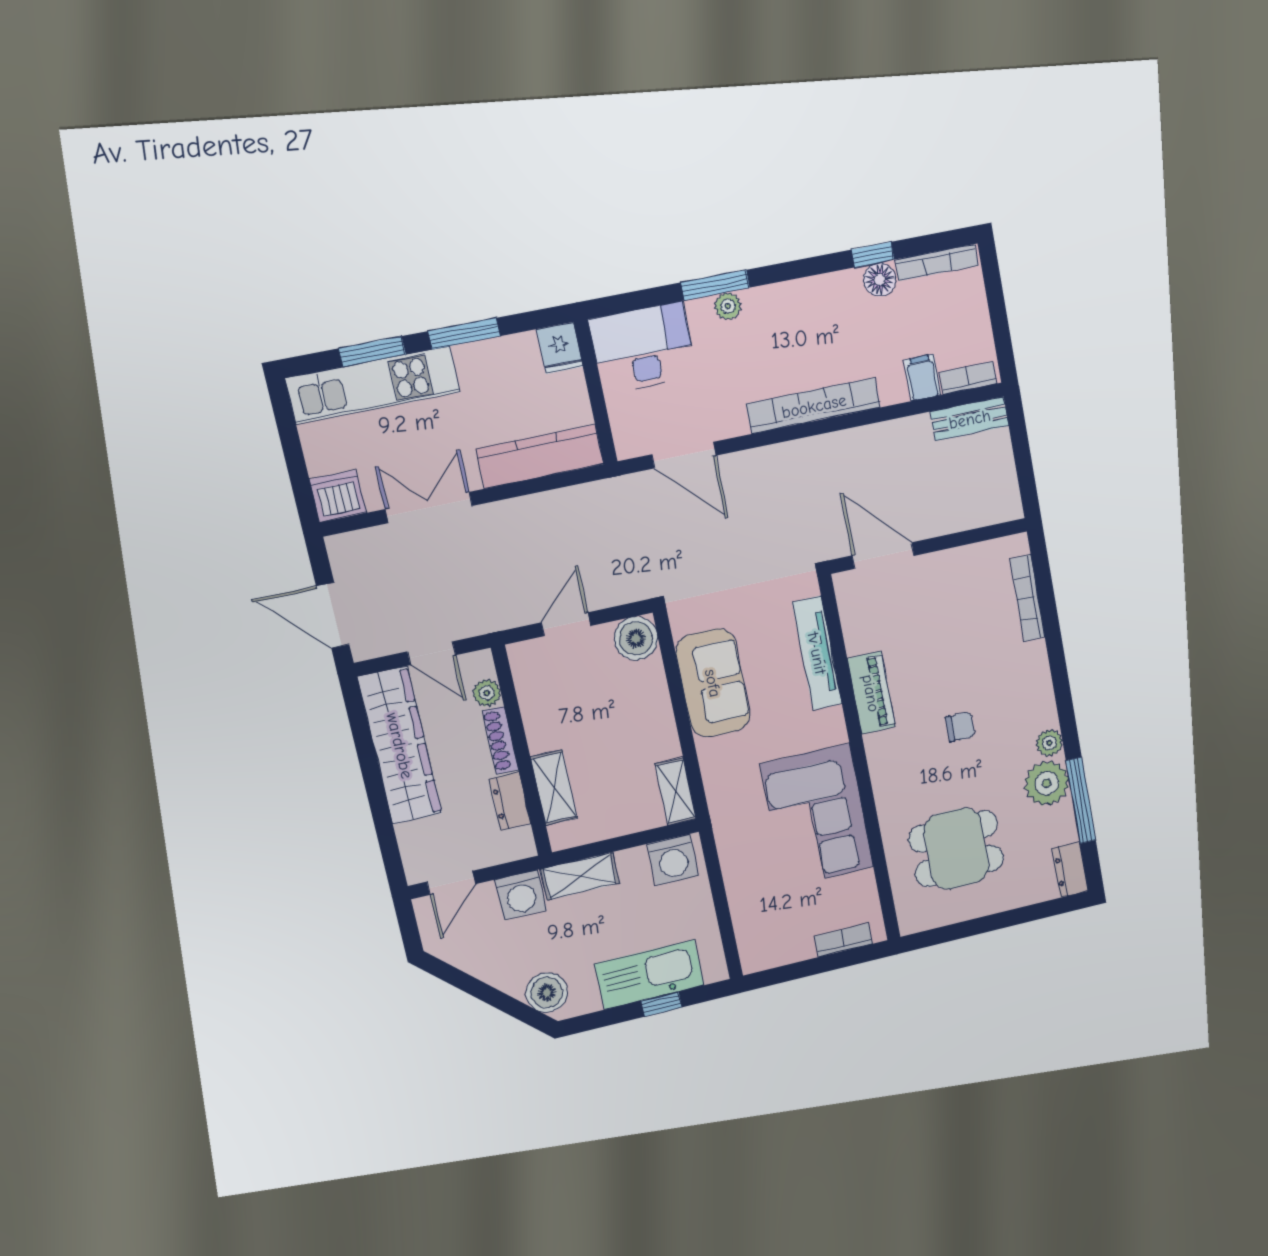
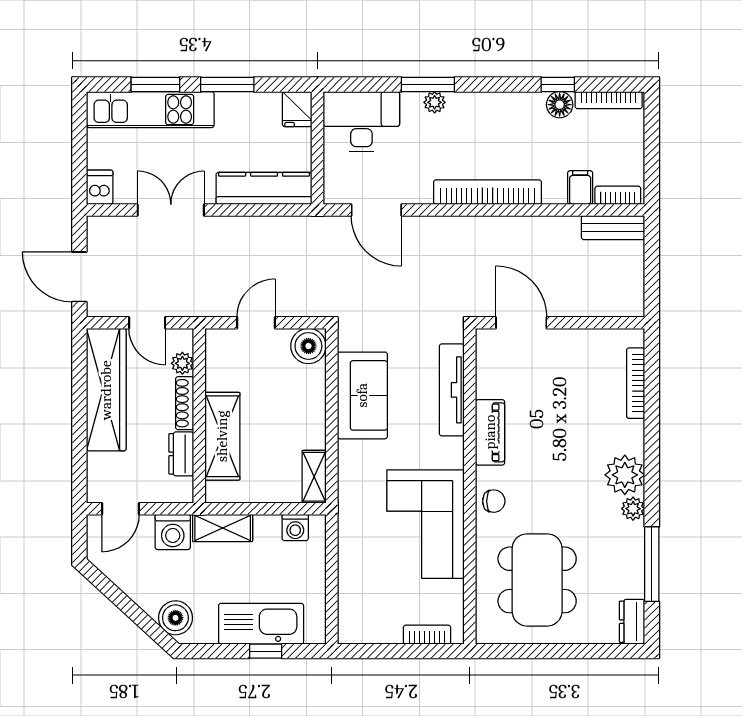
dishwasher: (338, 496) -> (100, 187), width x0.73
chair: (960, 727) -> (494, 501), moved
plant: (1047, 783) -> (625, 475), moved
shelving: (554, 788) -> (222, 436), width x1.50, depth x1.33
dining table: (956, 849) -> (537, 580), width x1.38
washing machine: (673, 860) -> (295, 528), width x0.73, depth x0.73

